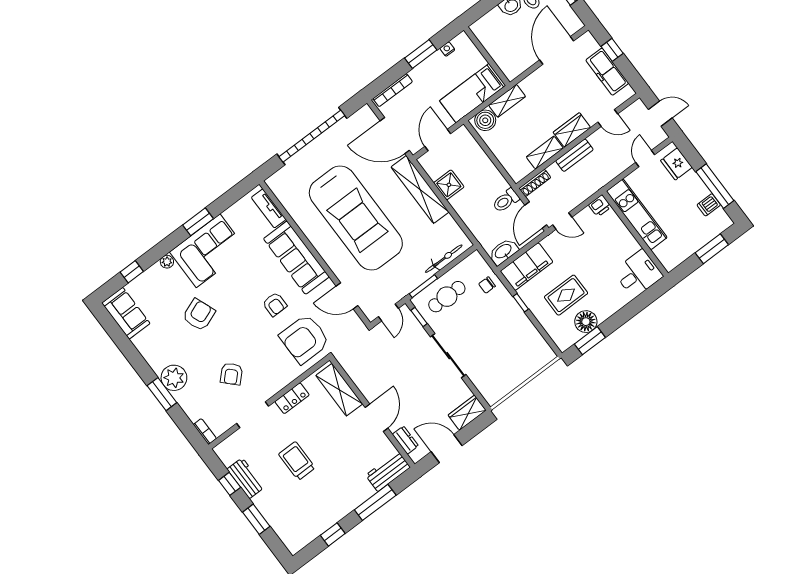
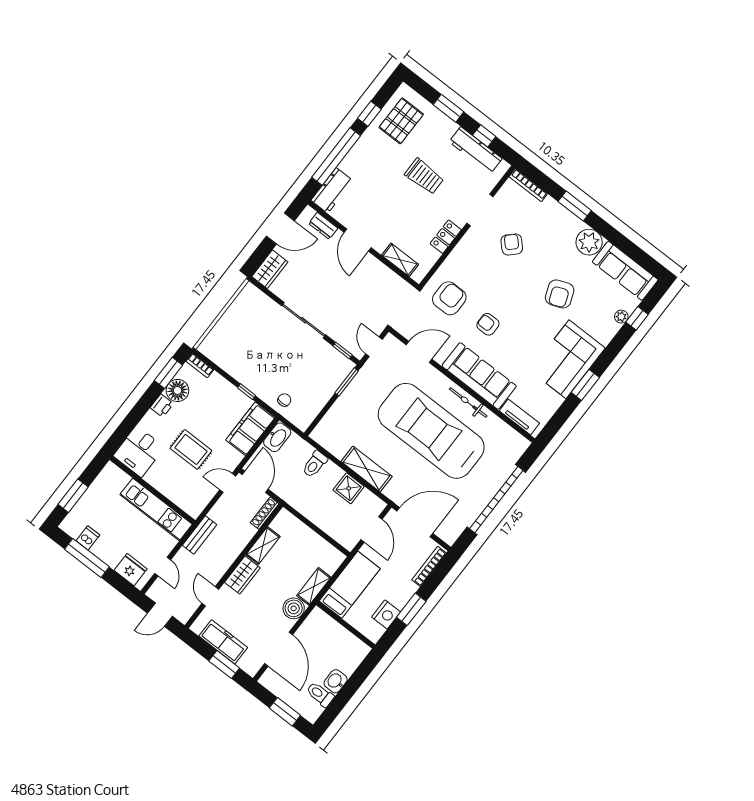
nightstand: (447, 49) -> (386, 614), width x1.89, depth x1.79
window: (612, 50) -> (224, 665), width x1.50
door: (608, 118) -> (210, 596), hinge flipped
boiler: (485, 120) -> (294, 608), moved
bench: (574, 155) -> (200, 535), moved
shelving: (420, 189) -> (367, 469), width x0.68
toilet: (506, 200) -> (315, 464), moved, turned 180
printer: (600, 206) -> (162, 406), moved, turned 180
bicycle: (444, 259) -> (468, 403), moved, turned 90
plant: (167, 262) -> (621, 317), moved
rug: (566, 295) -> (191, 449), moved, turned 90
cafe table: (447, 297) -> (321, 378), removed
sofa: (126, 313) -> (625, 271), width x1.36
armchair: (305, 339) -> (449, 298), width x0.73, depth x0.73
bookcase: (558, 340) -> (200, 365), added
plant: (174, 378) -> (589, 242), moved
shelving: (339, 390) -> (400, 260), width x0.67, depth x0.75
bookcase: (205, 432) -> (528, 185), width x1.56
workbench: (246, 478) -> (476, 150), width x1.38
window: (375, 502) -> (336, 157), width x1.46
pallet: (304, 520) -> (401, 121), added

